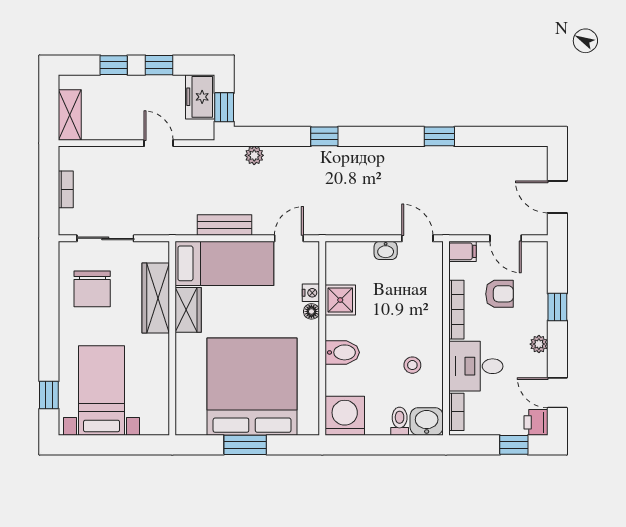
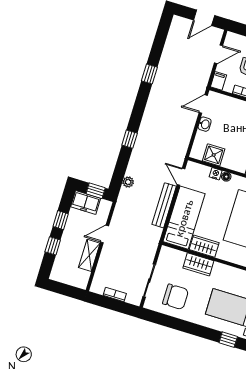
shelving: (70, 115) -> (89, 255), moved, turned 90
bench: (224, 225) -> (164, 205), width x1.36
wardrobe: (156, 298) -> (198, 264), width x0.67
shower: (340, 300) -> (214, 155), moved

